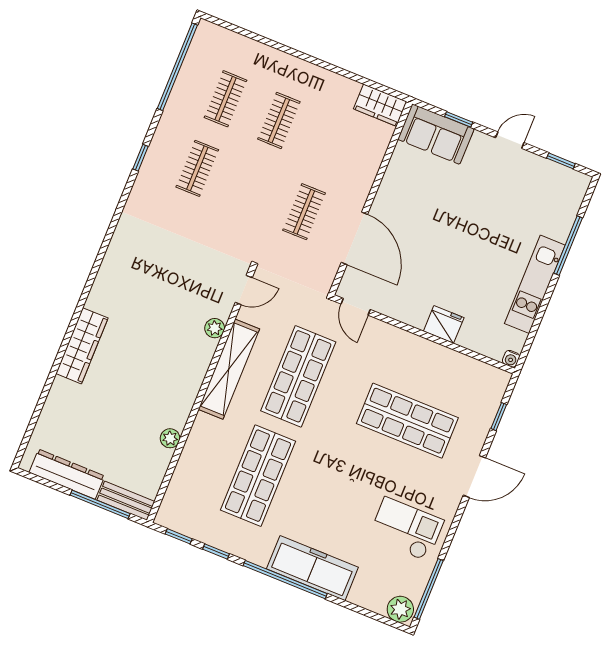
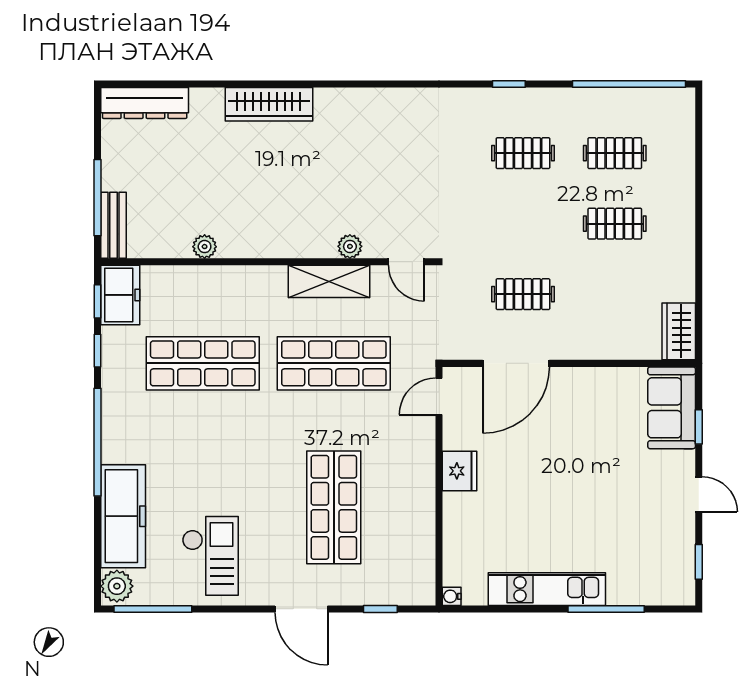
fridge: (444, 324) -> (459, 471), moved
shelving: (229, 369) -> (329, 281), width x0.68
dresser: (67, 474) -> (145, 103), moved, turned 90
freezer: (181, 517) -> (120, 295), added
freezer: (312, 568) -> (123, 516), moved

